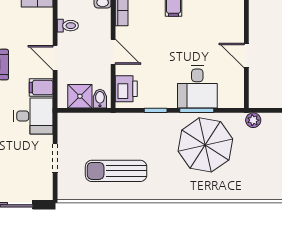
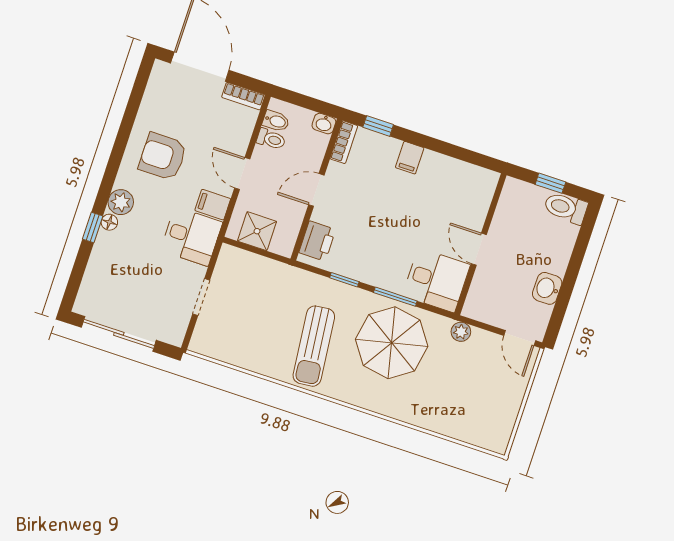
door: (113, 52) -> (316, 190), swing flipped
desk: (197, 87) -> (436, 280), moved, turned -90
bidet: (100, 99) -> (276, 121), moved, turned 90
sun lounger: (116, 171) -> (314, 346), moved, turned -96

